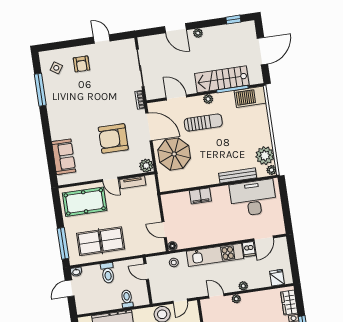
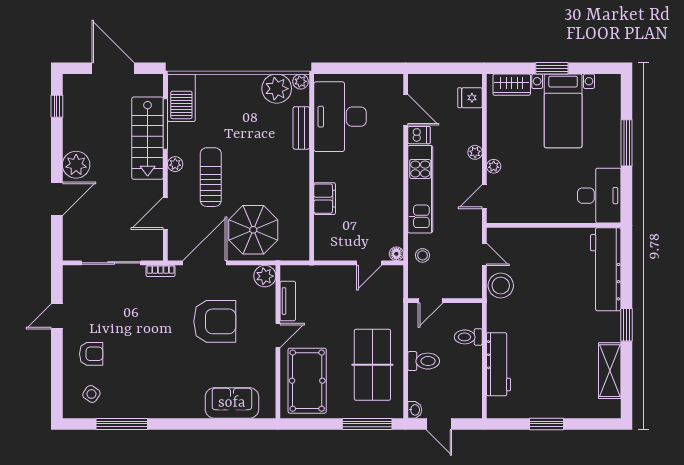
plant: (198, 33) -> (76, 165), width x1.88, depth x1.88
armchair: (113, 138) -> (215, 321), turned -90
bench: (238, 175) -> (301, 128), width x0.73

